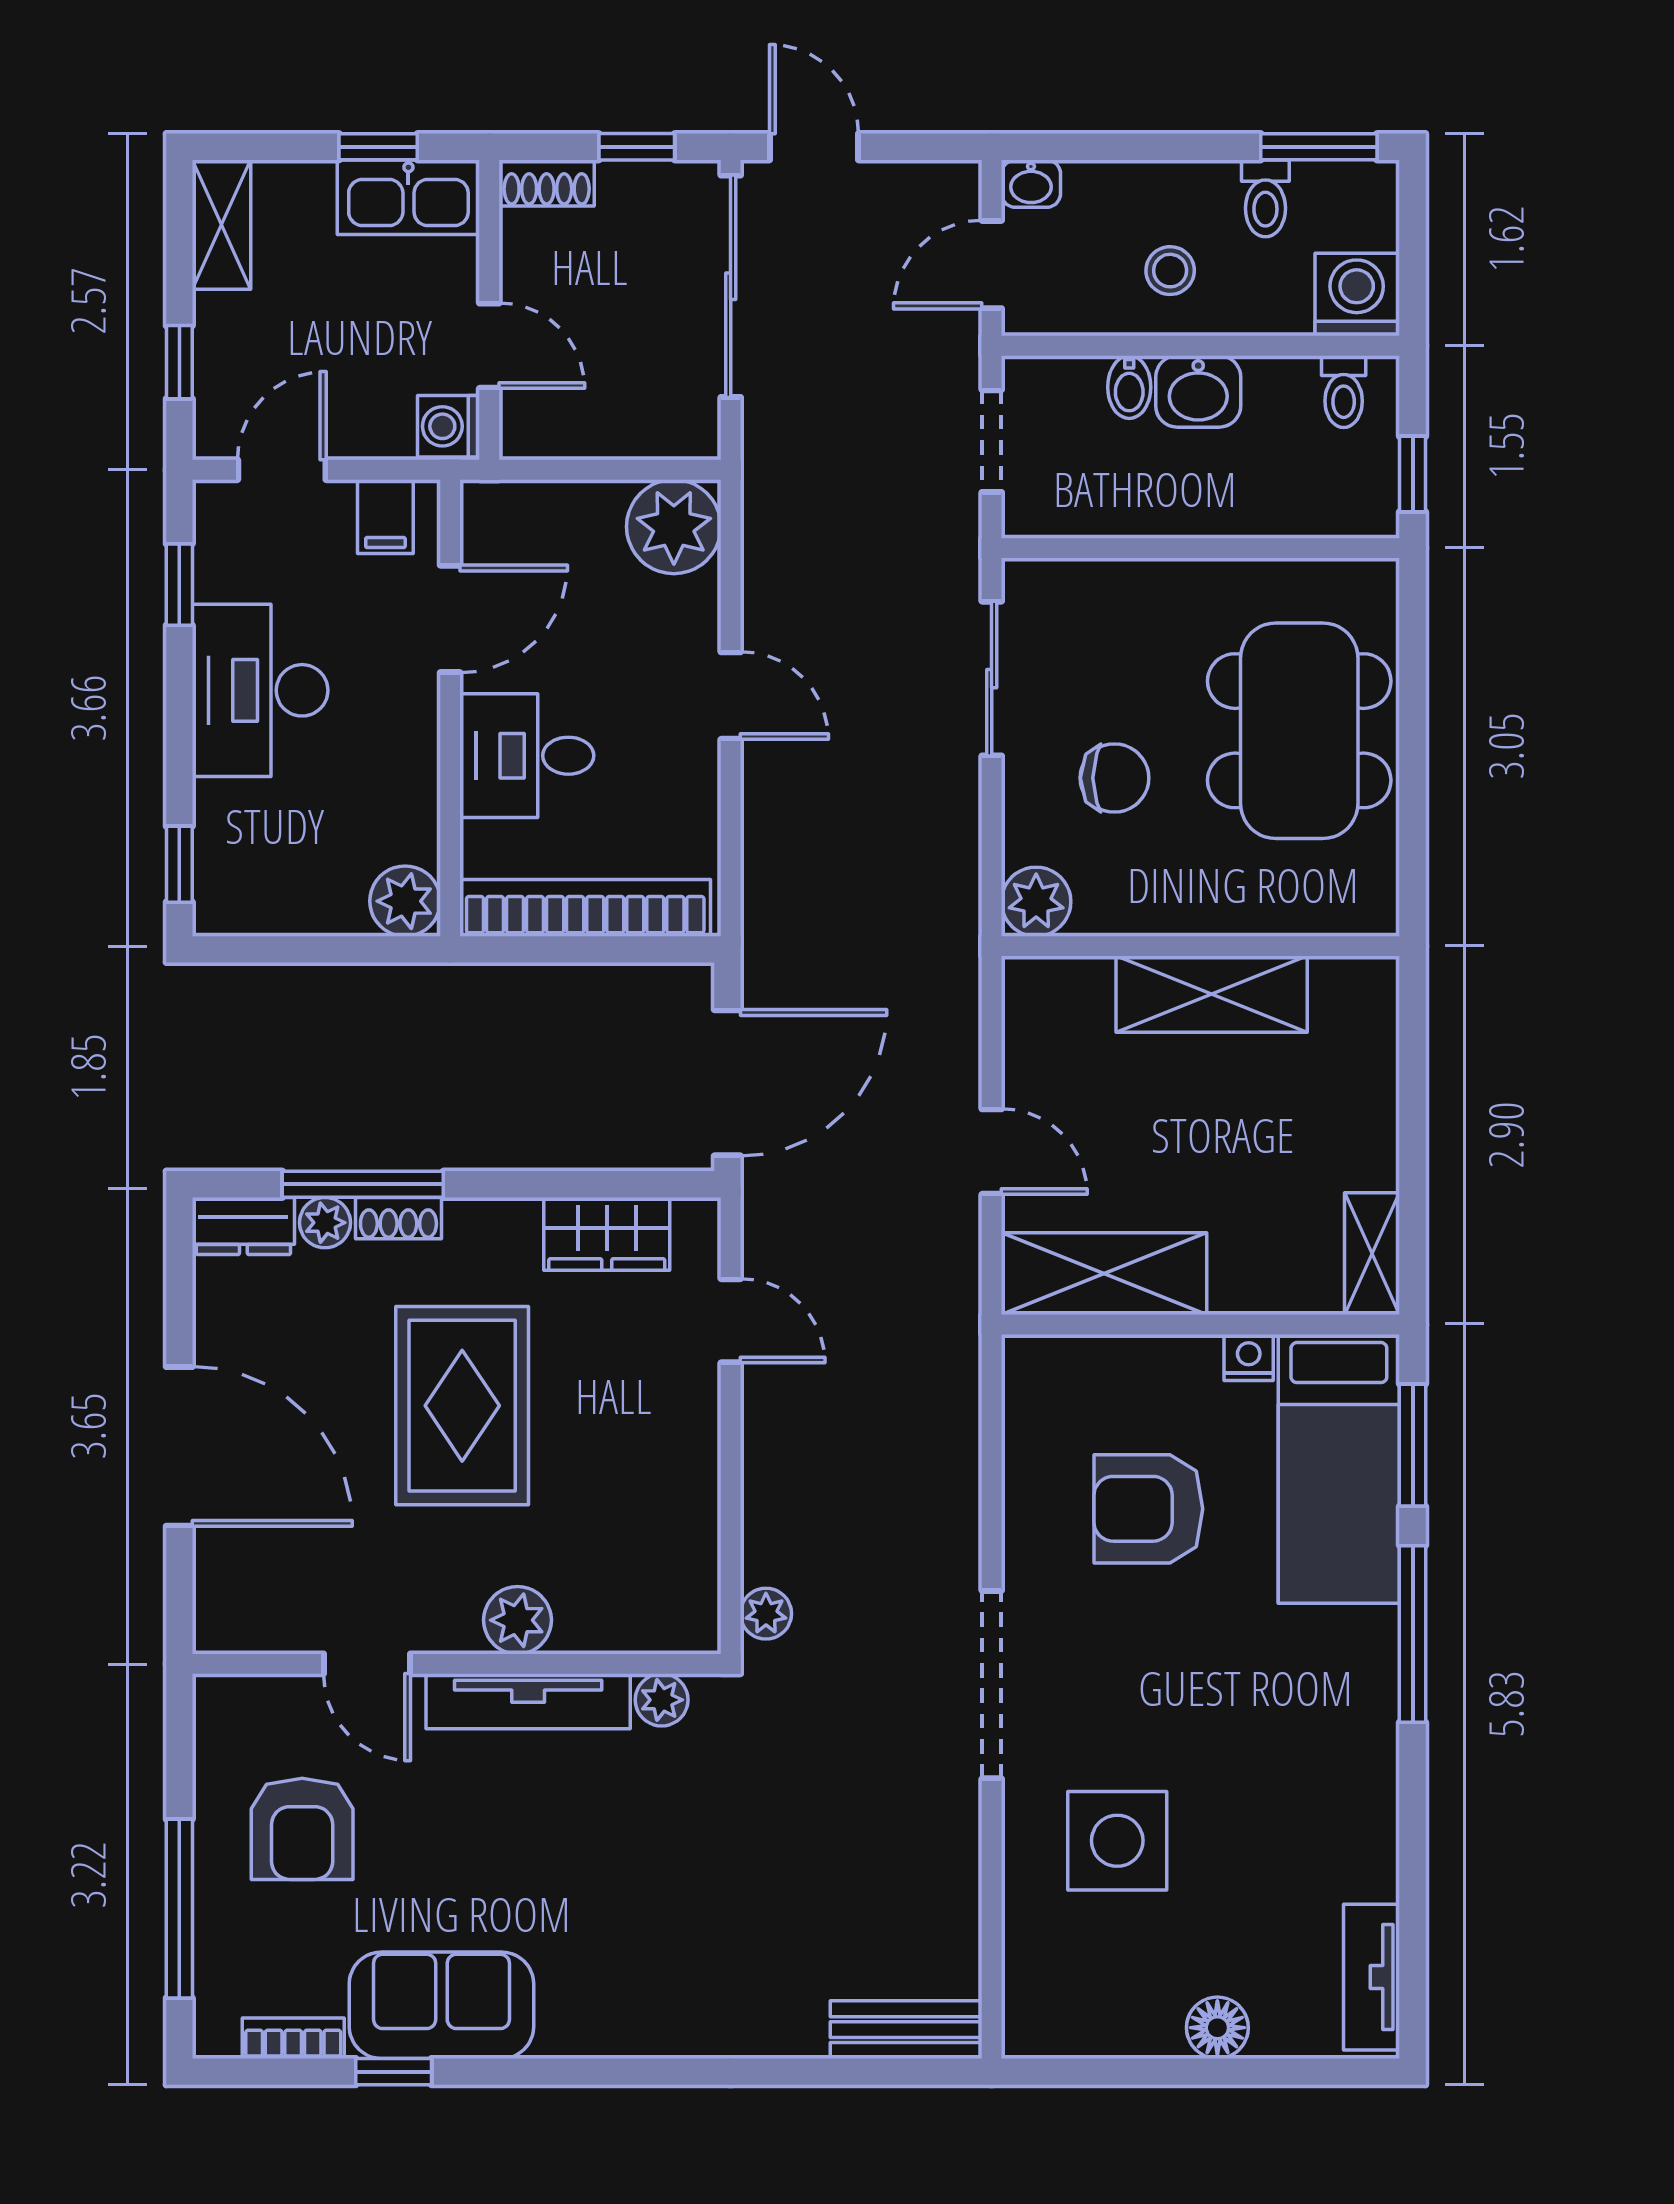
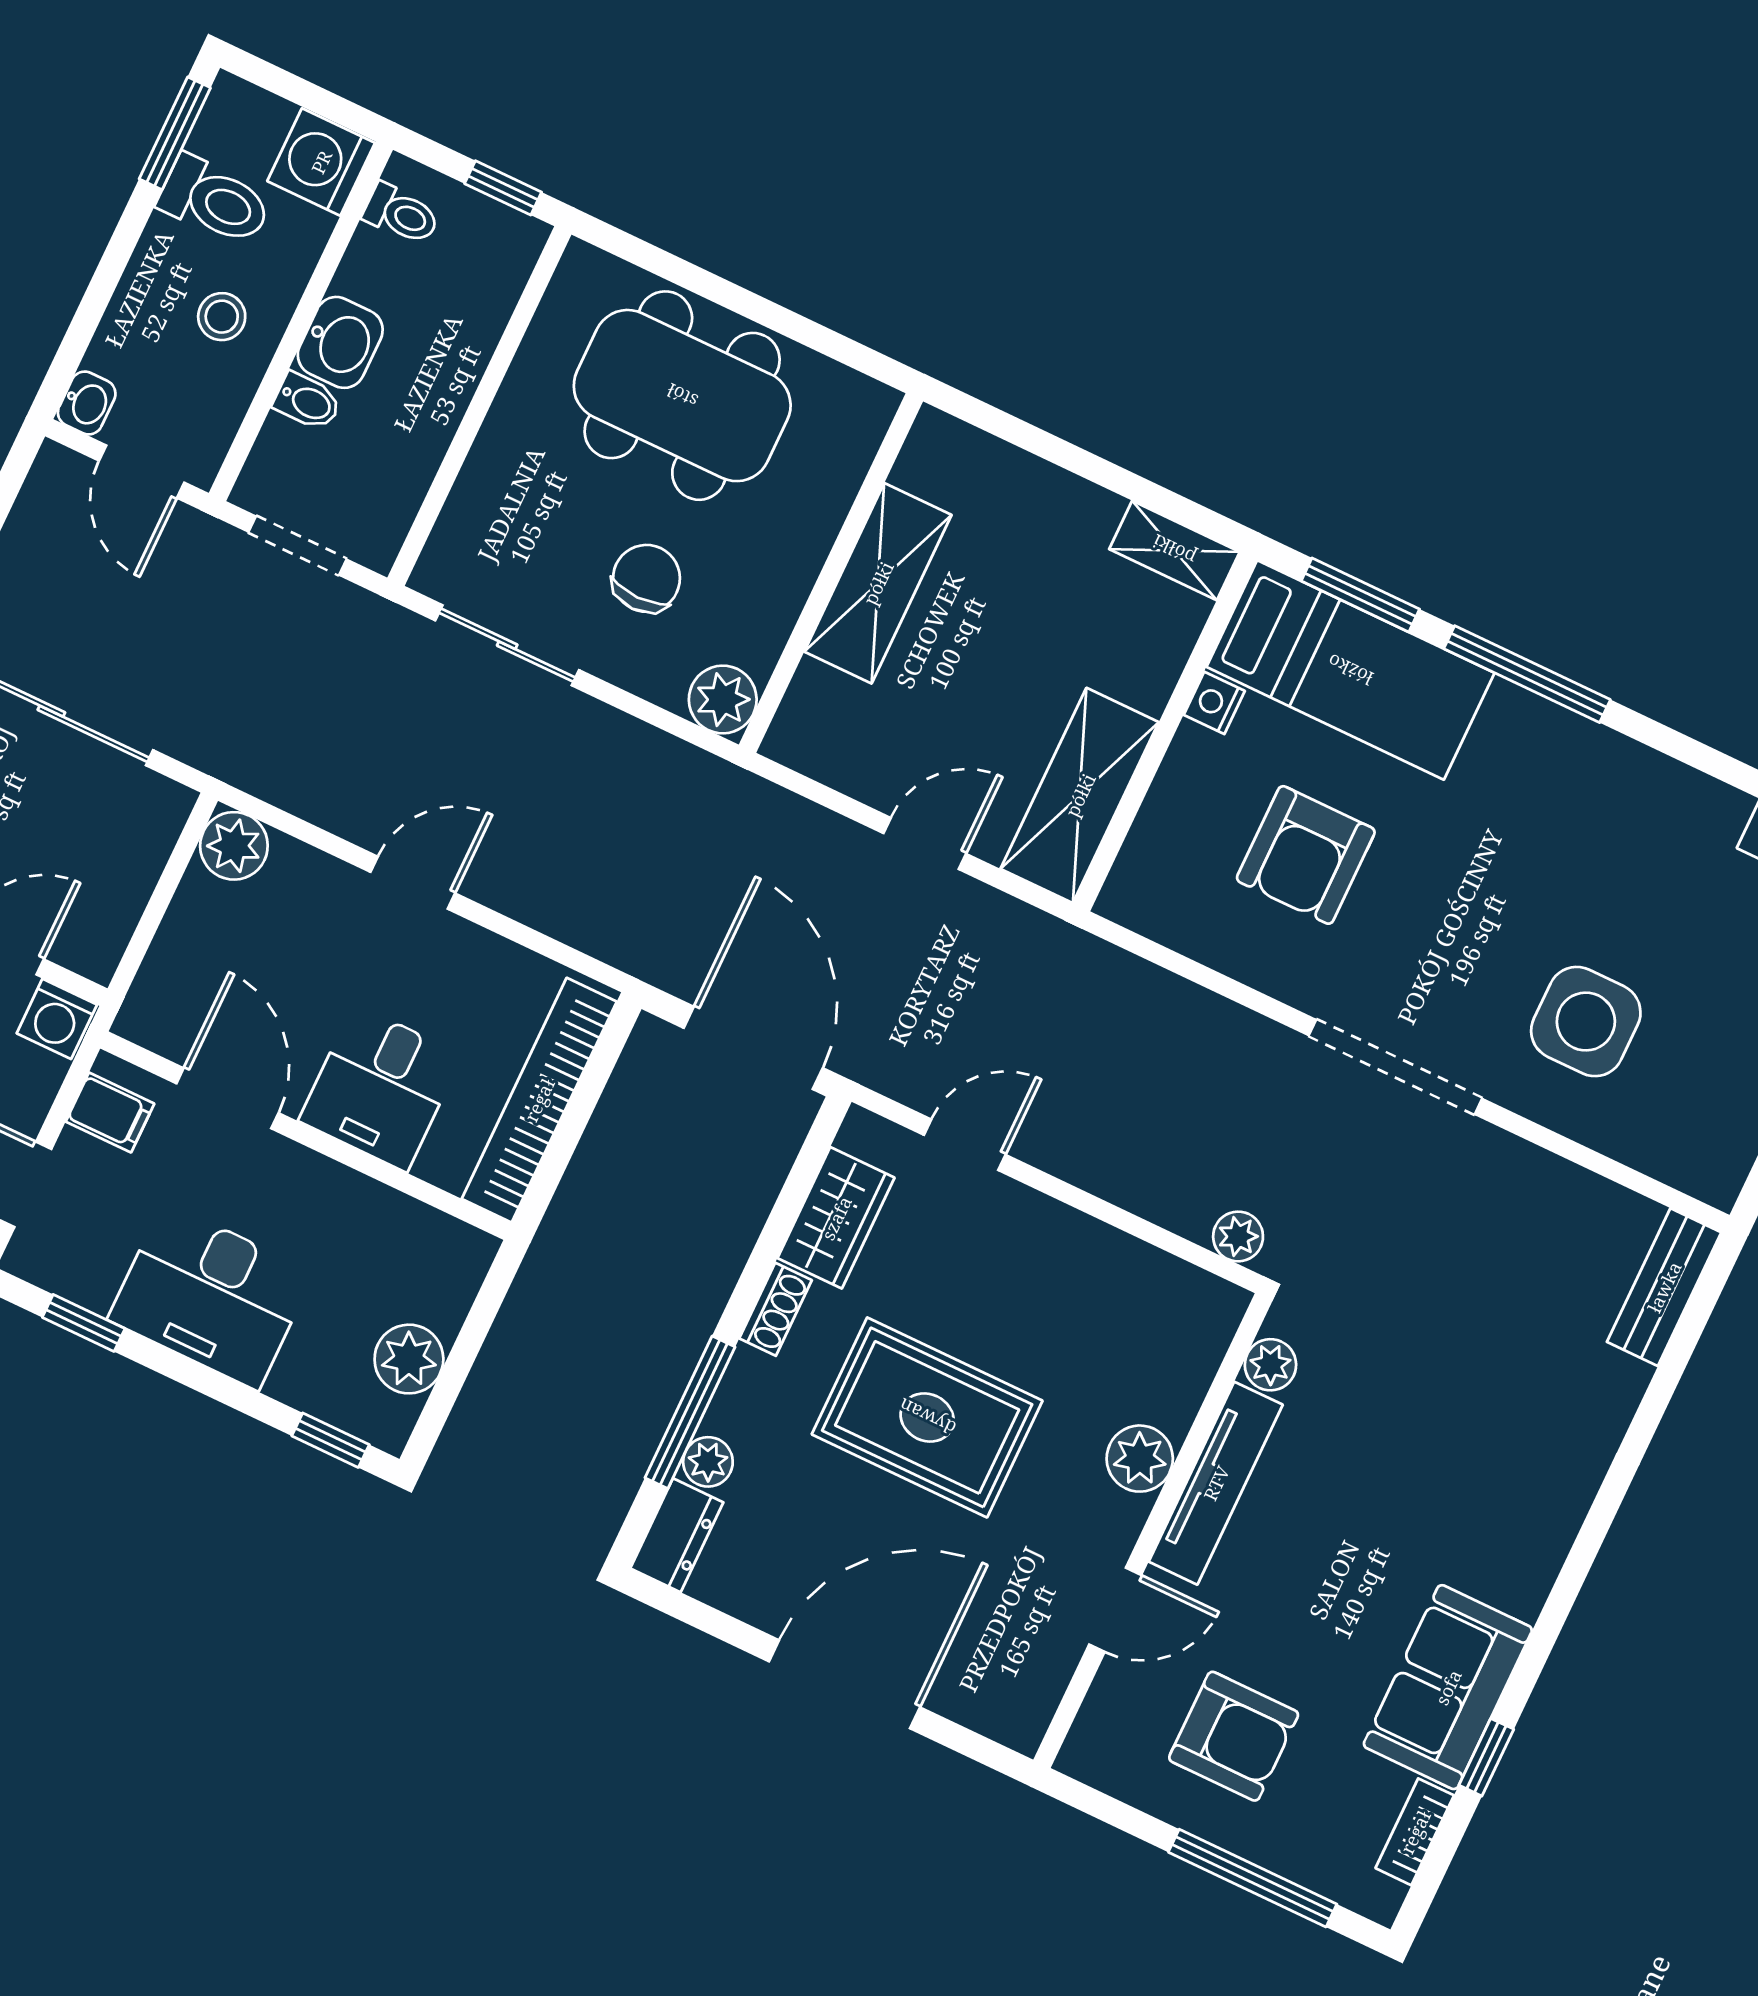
toilet: (1265, 198) -> (215, 201), width x1.37, depth x1.39
plant: (674, 527) -> (234, 846), width x0.73, depth x0.73
plant: (405, 901) -> (409, 1359), moved
shoe rack: (398, 1218) -> (776, 1309), moved

